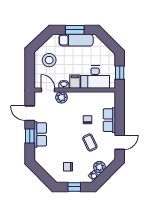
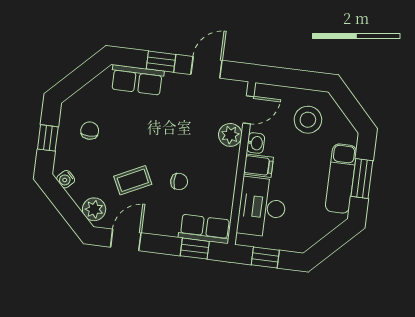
window: (120, 108) -> (195, 249), added
row of seats: (109, 120) -> (205, 229), moved
row of seats: (40, 134) -> (137, 80), moved
door: (120, 142) -> (126, 240), swing flipped
plant: (99, 167) -> (94, 209), moved

